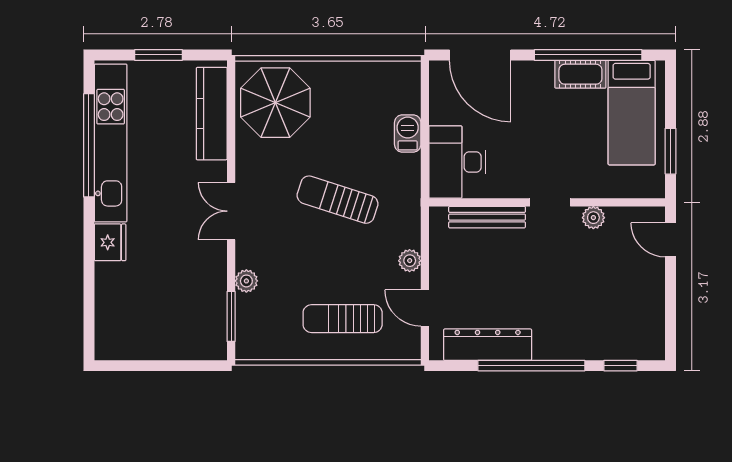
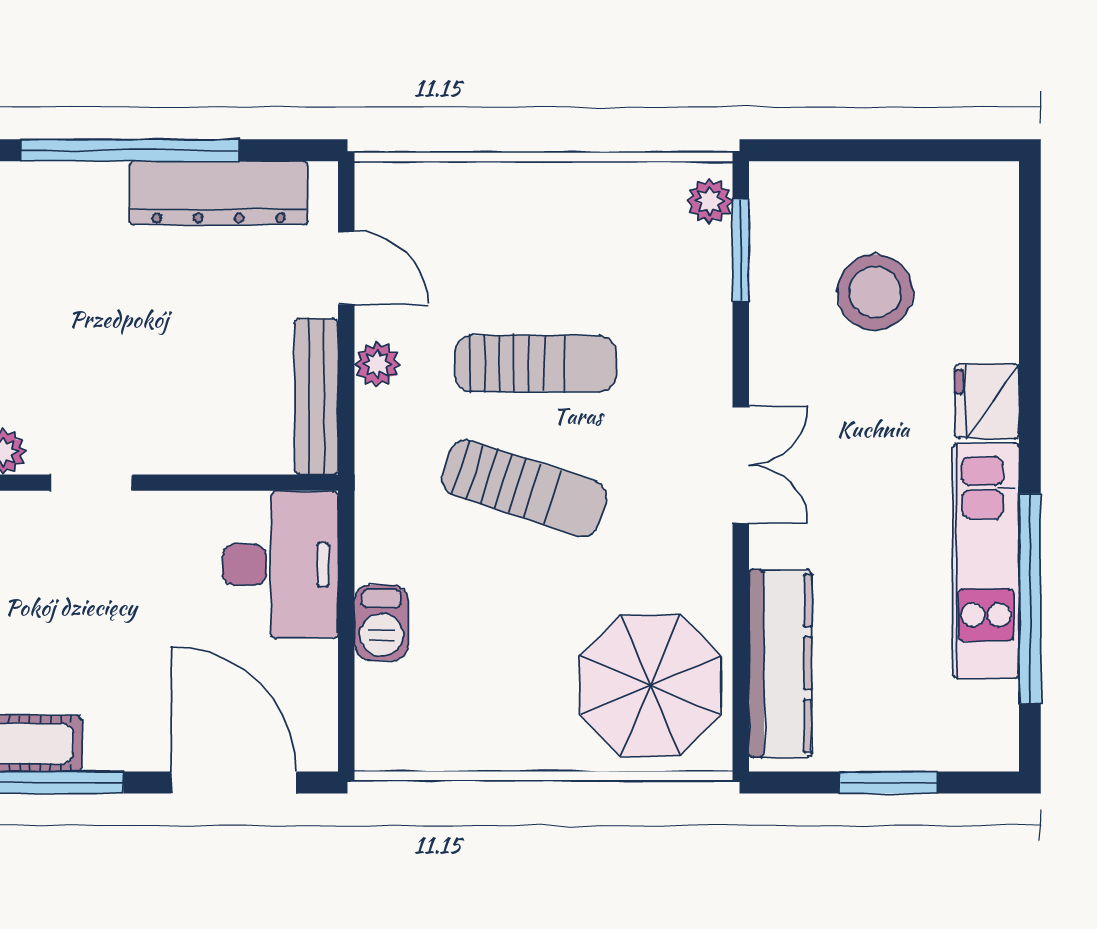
kitchen unit: (111, 143) -> (986, 561), width x0.73
bench: (487, 217) -> (316, 396), moved, turned 90
plant: (246, 281) -> (710, 201), moved
stool: (165, 296) -> (875, 292), added
sun lounger: (343, 319) -> (536, 364), moved

